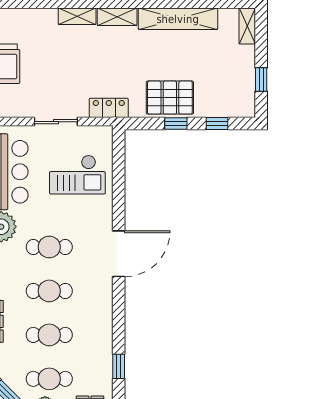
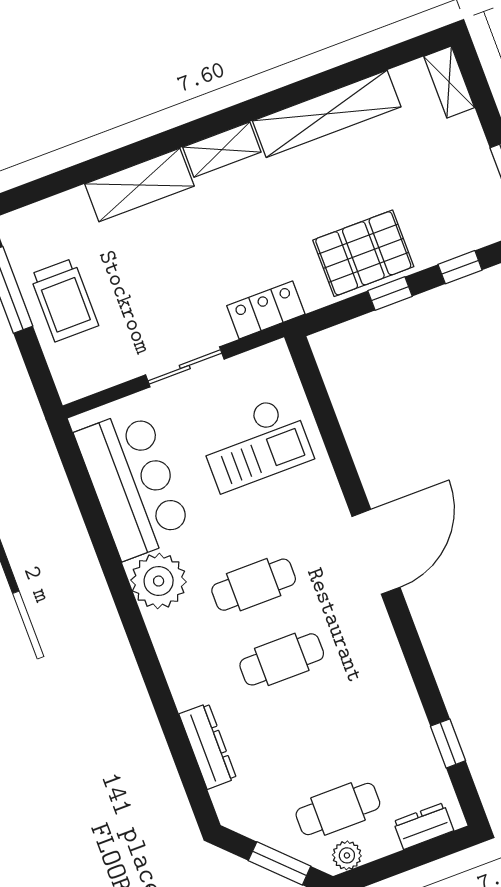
shelving: (77, 16) -> (139, 185), width x1.50, depth x1.33
cafe table: (49, 335) -> (310, 734), removed

